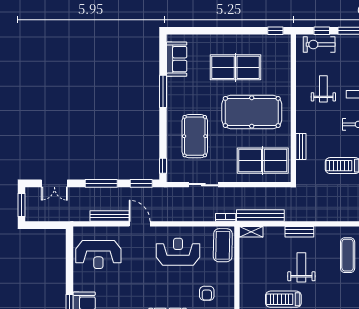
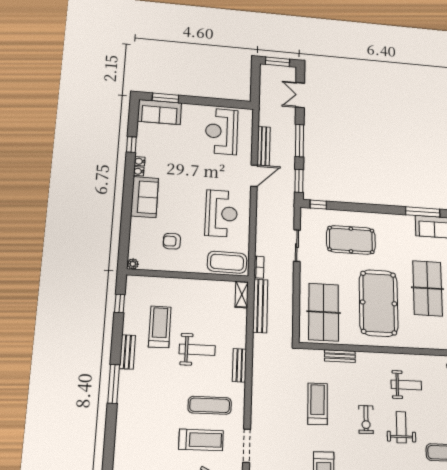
window: (163, 91) -> (423, 212), moved
bench: (299, 232) -> (239, 365), moved

